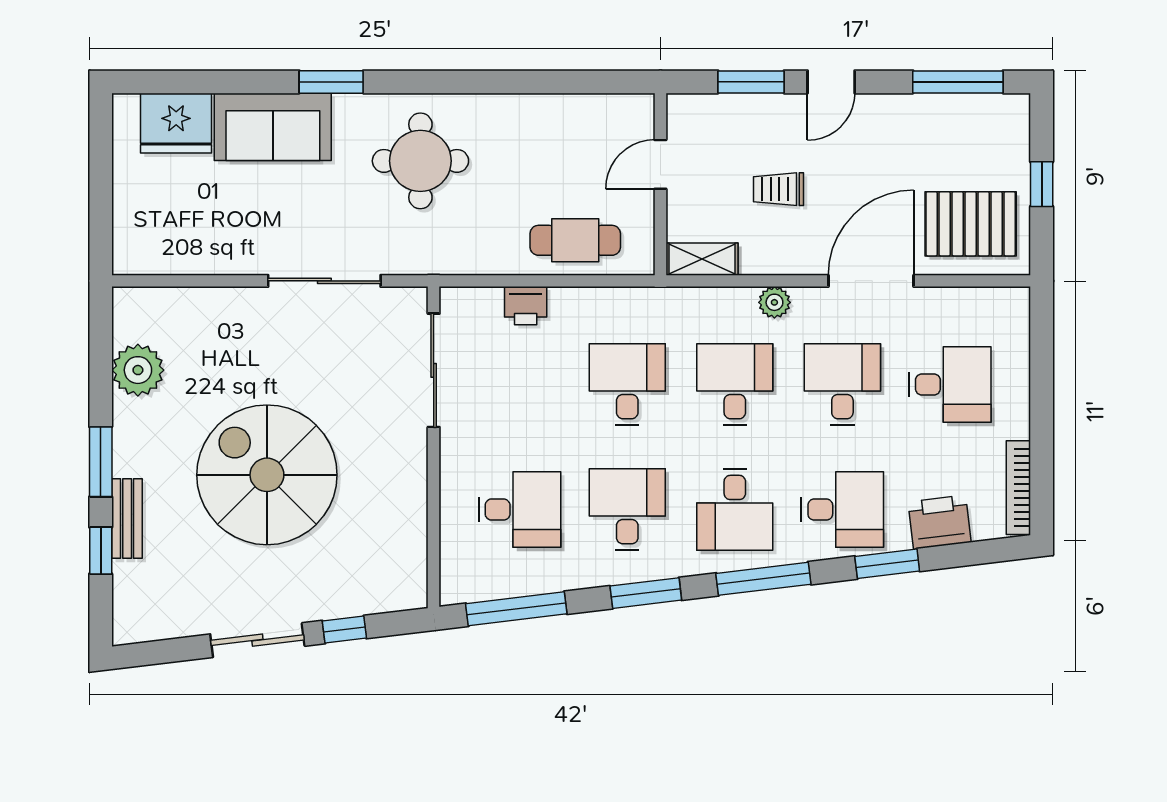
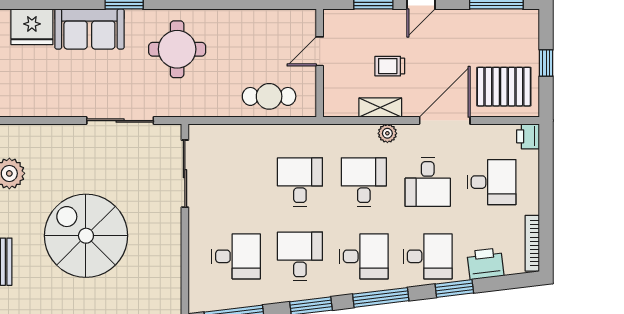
shelving: (702, 259) -> (380, 108), moved
printer: (526, 306) -> (528, 136), moved, turned 90
desk: (842, 384) -> (428, 182), turned 180
desk: (735, 510) -> (364, 256), turned -90

